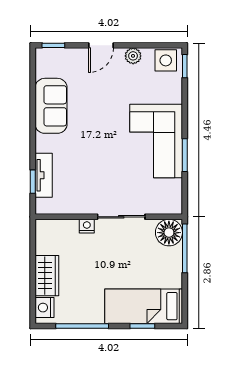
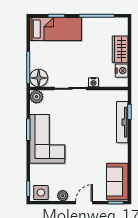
sofa: (51, 106) -> (117, 182), moved
tv unit: (44, 175) -> (122, 122), width x1.41
plant: (172, 204) -> (36, 97), added
nightstand: (44, 308) -> (122, 71), moved

